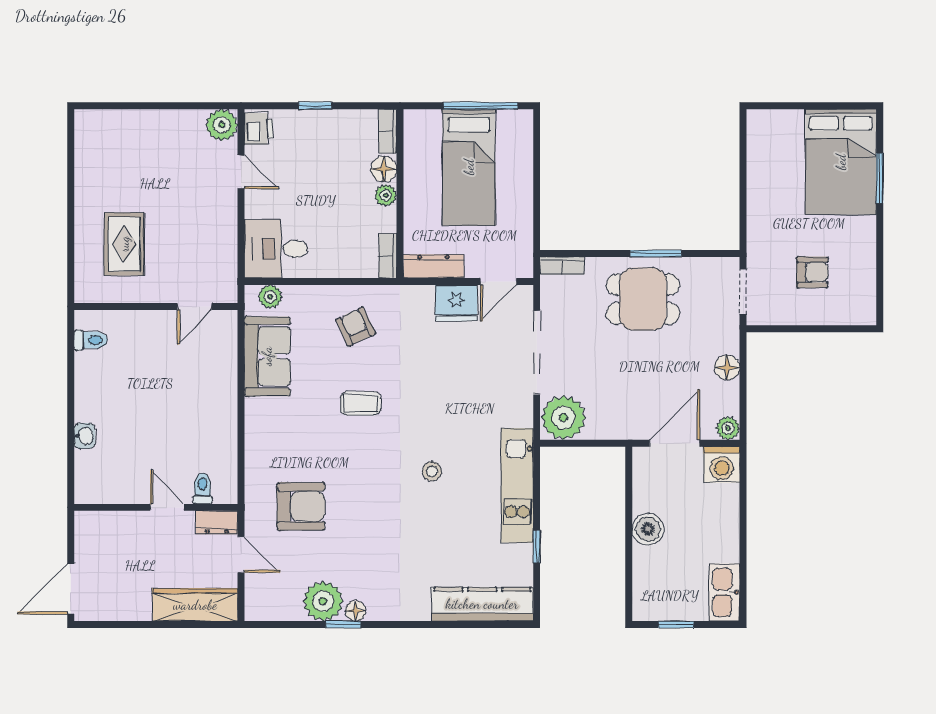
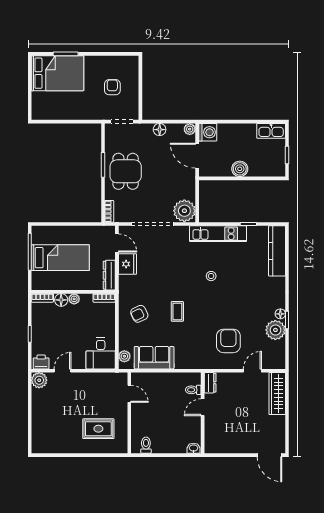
toilet: (202, 488) -> (193, 390), moved
wall: (156, 507) -> (203, 413), moved
door: (167, 507) -> (203, 407), moved
dresser: (217, 522) -> (210, 383), moved

